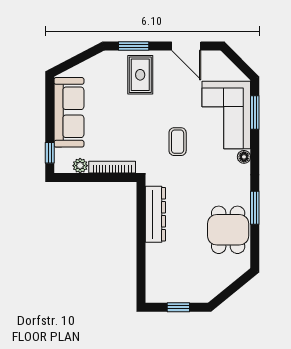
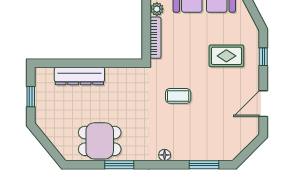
window: (134, 46) -> (263, 57), width x0.67
rug: (140, 75) -> (226, 56), moved
corner sofa: (226, 115) -> (202, 139), removed
dresser: (155, 214) -> (79, 76), moved

